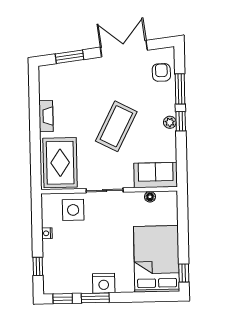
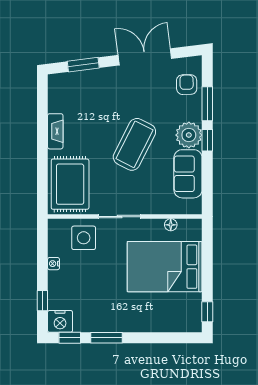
plant: (170, 122) -> (189, 135), width x1.88, depth x1.88
sofa: (156, 175) -> (188, 174), moved, turned -90
bed: (157, 259) -> (165, 267), moved, turned -90
nightstand: (104, 283) -> (60, 321), moved

